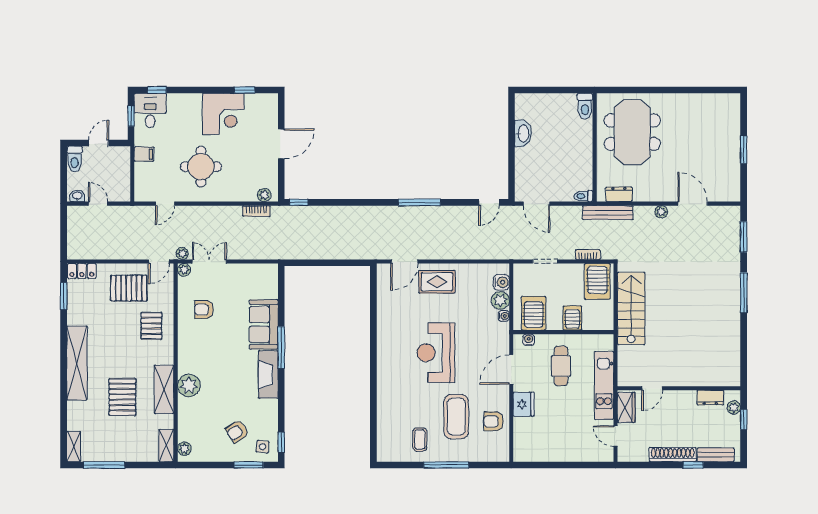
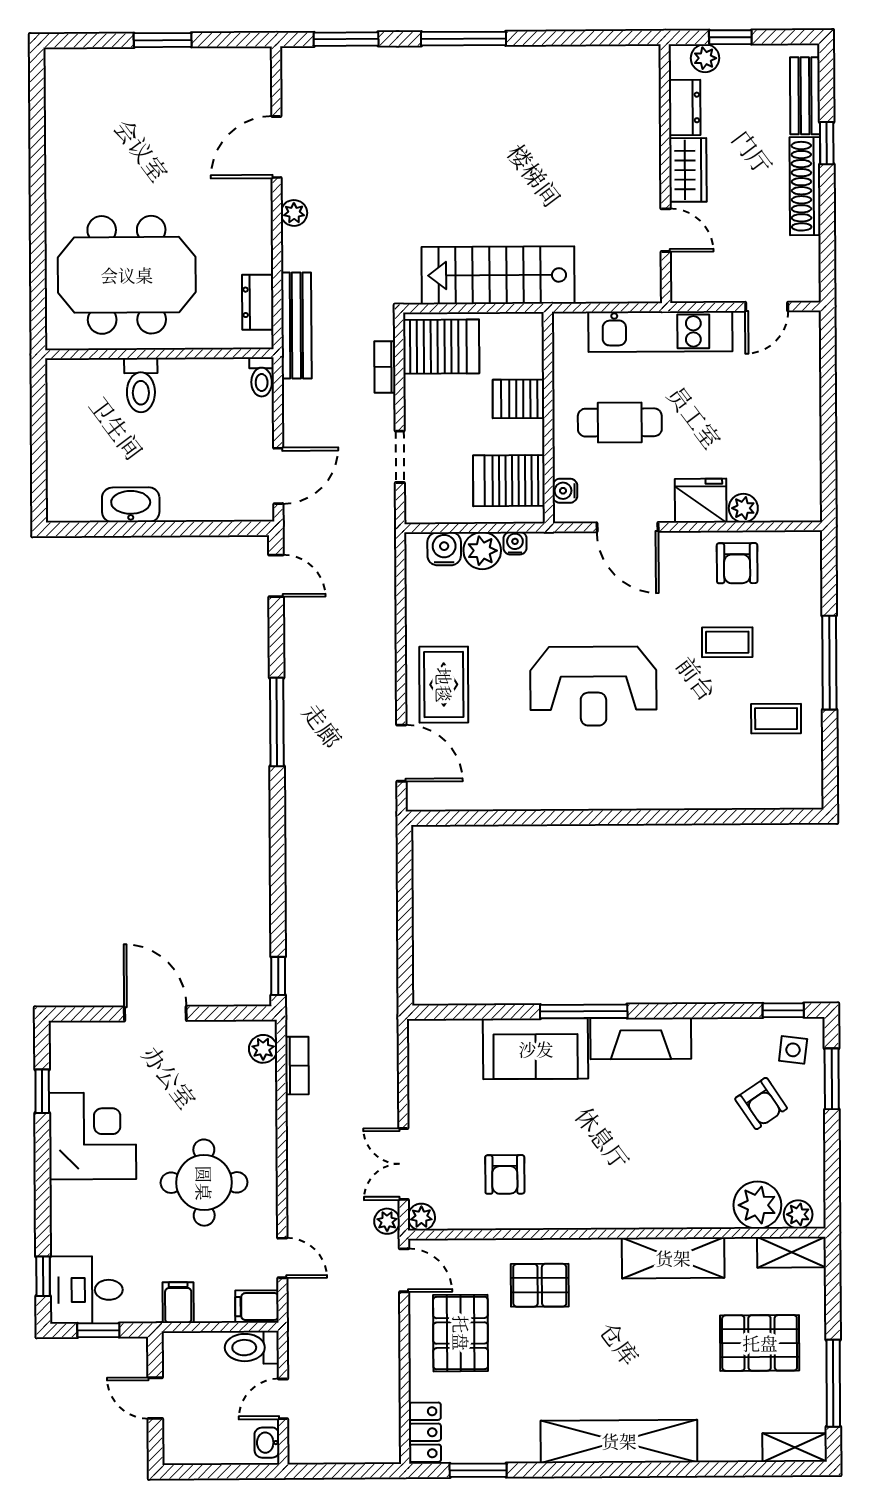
toilet: (585, 106) -> (141, 385), moved, turned 90
toilet: (75, 159) -> (252, 1347), moved, turned 180
filing cabinet: (142, 191) -> (257, 1307), added
plant: (189, 385) -> (757, 1205), moved
pallet: (122, 397) -> (760, 1343), moved
wardrobe: (626, 407) -> (688, 170), moved, turned 90
coffee table: (456, 416) -> (727, 642), width x0.54, depth x0.58
plant: (520, 424) -> (743, 508), added

